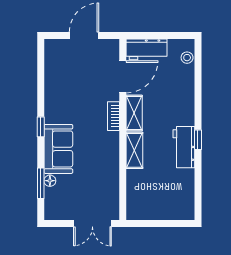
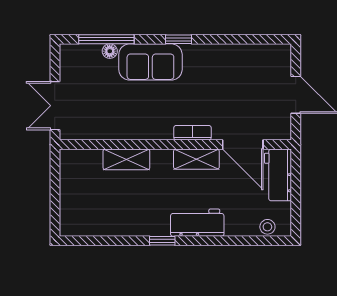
workbench: (184, 147) -> (197, 223), moved
shelving: (134, 150) -> (126, 159), moved
window: (41, 183) -> (106, 39), width x1.44

